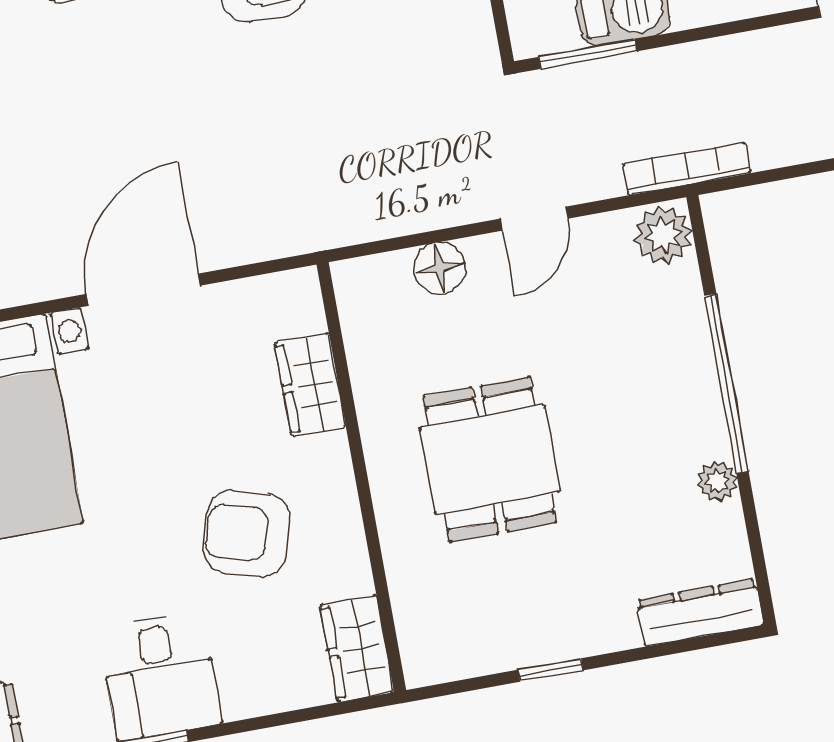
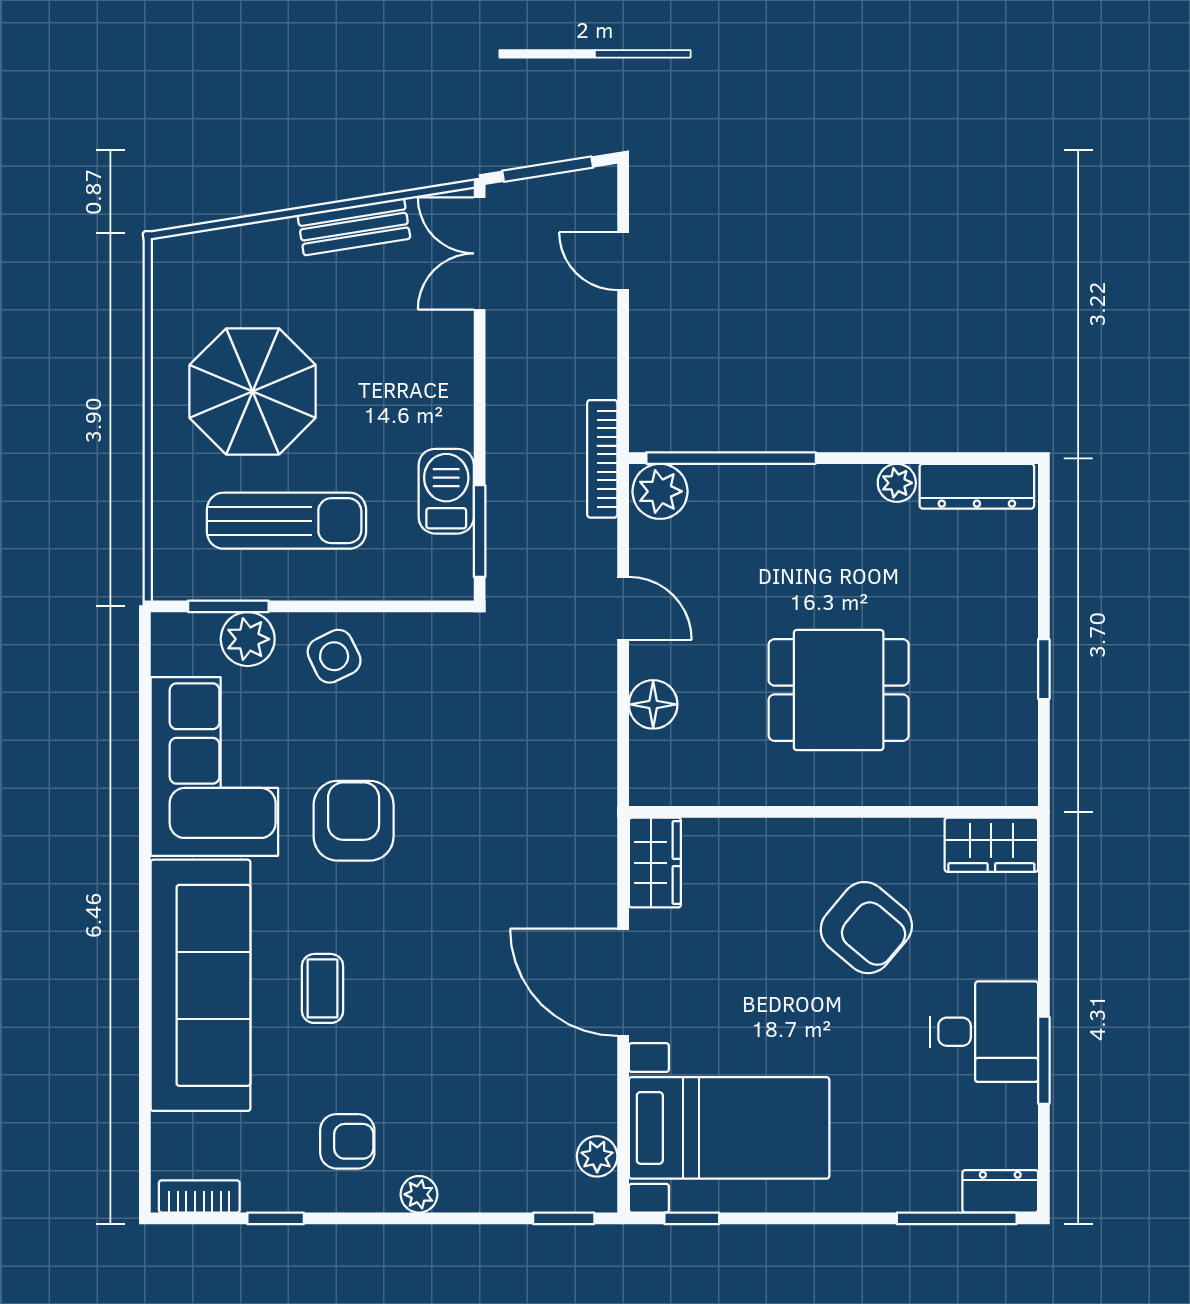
window: (726, 383) -> (731, 458), moved
wardrobe: (310, 385) -> (655, 863), moved, turned -90
armchair: (247, 534) -> (866, 928), turned -66
dresser: (700, 613) -> (977, 486), moved, turned -90

